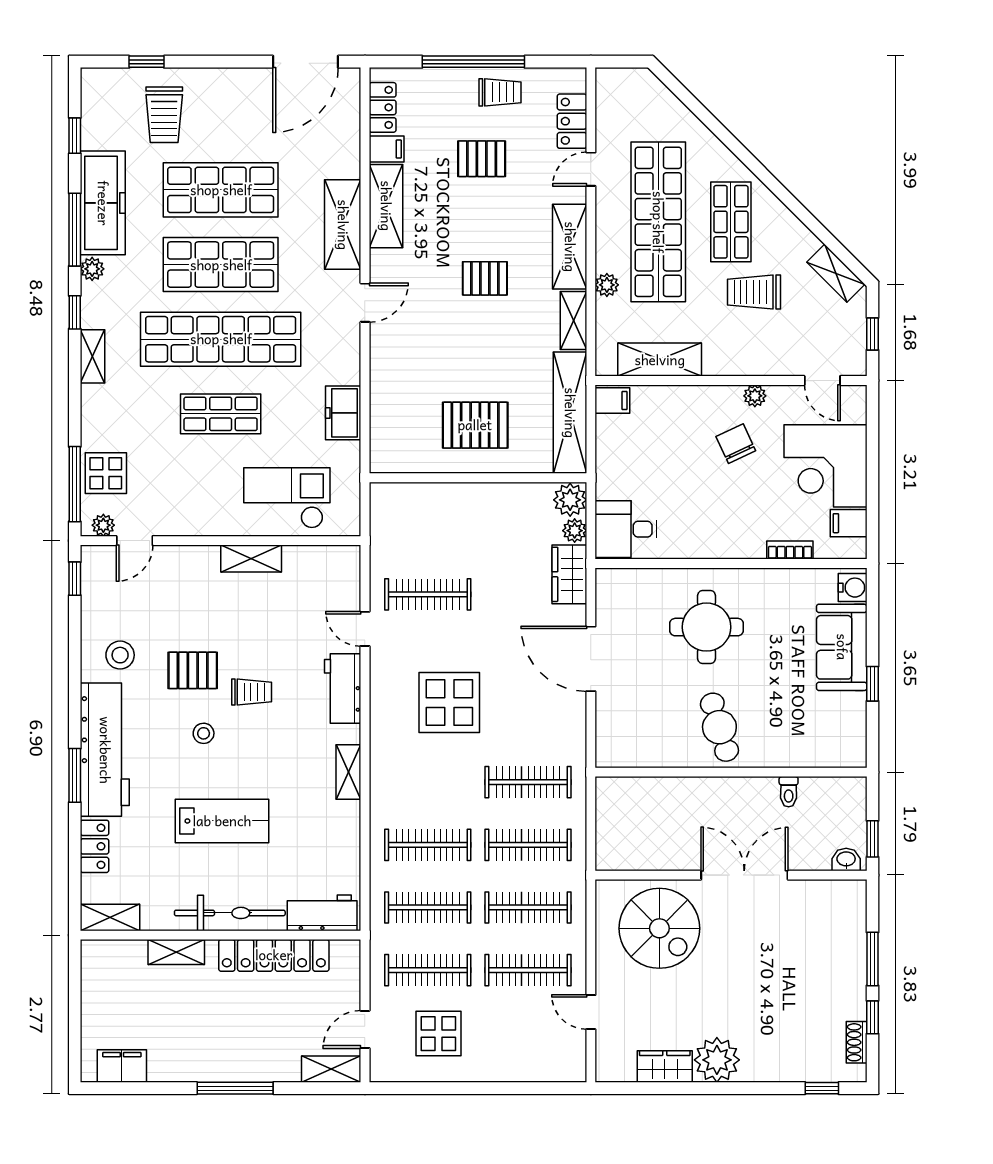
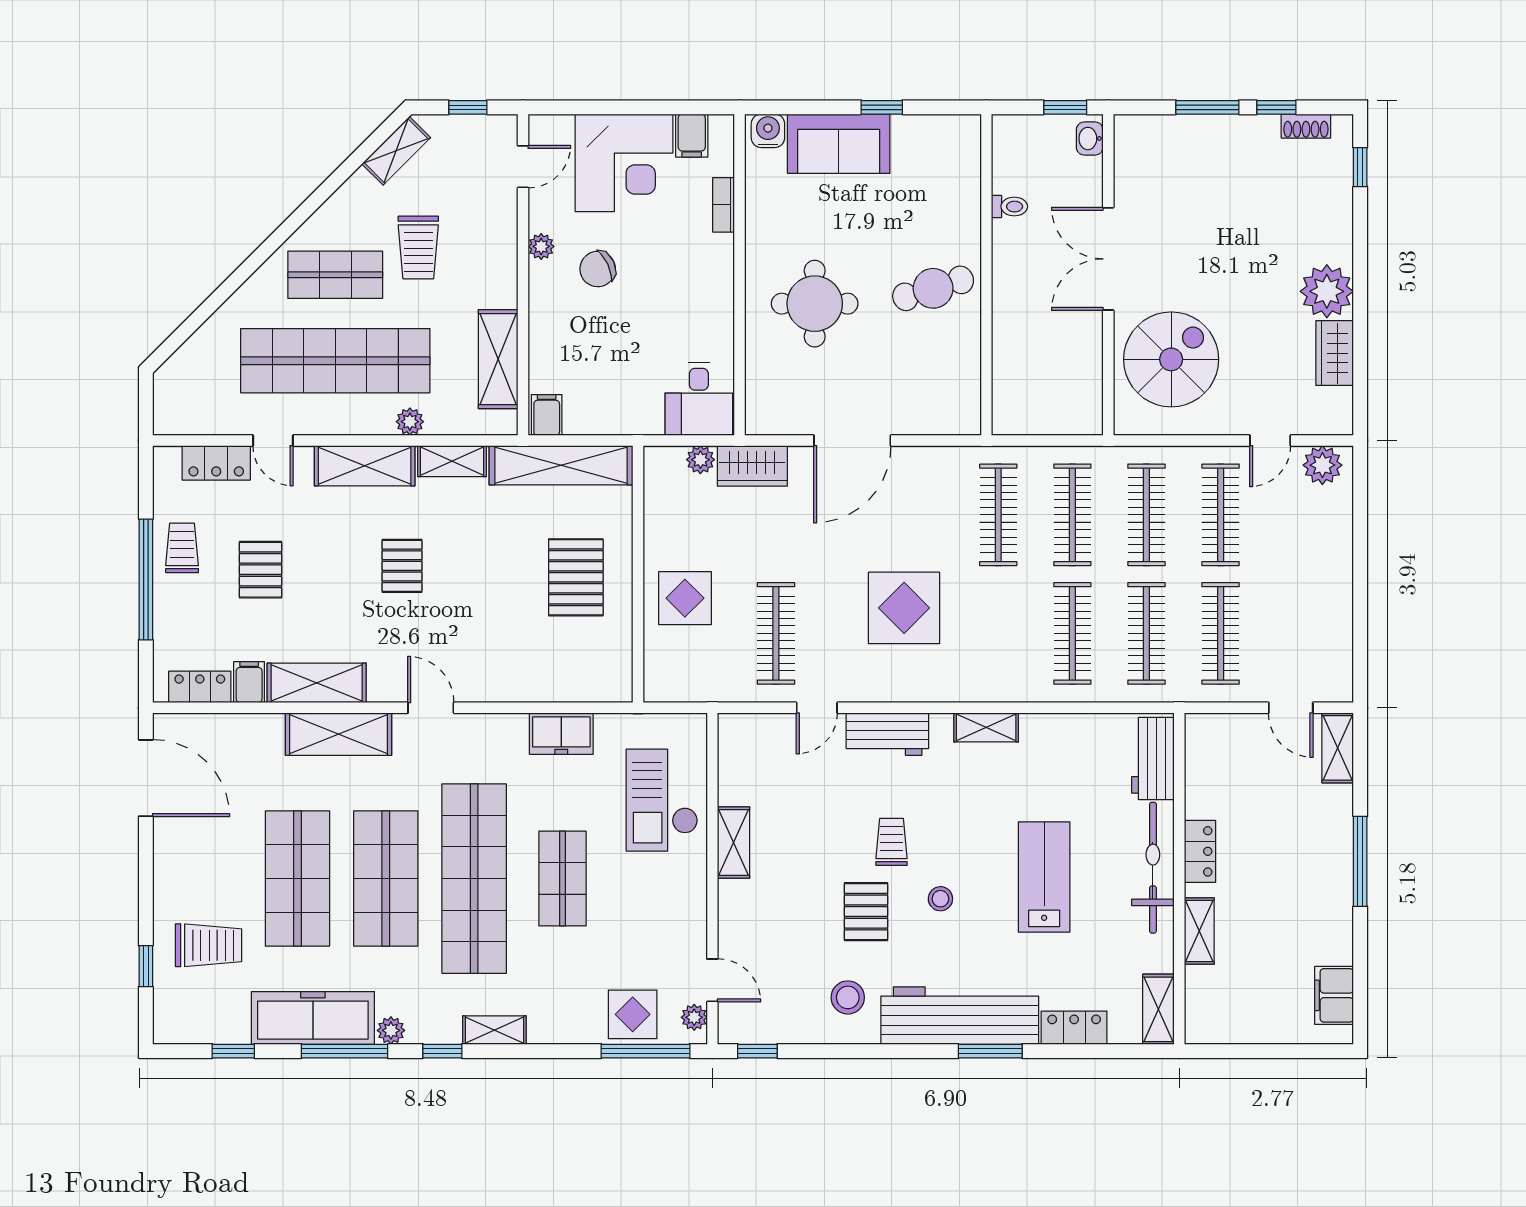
plant: (570, 500) -> (1322, 465), moved
locker: (274, 955) -> (1200, 851), width x0.46, depth x0.83
display table: (438, 1034) -> (685, 598), moved

